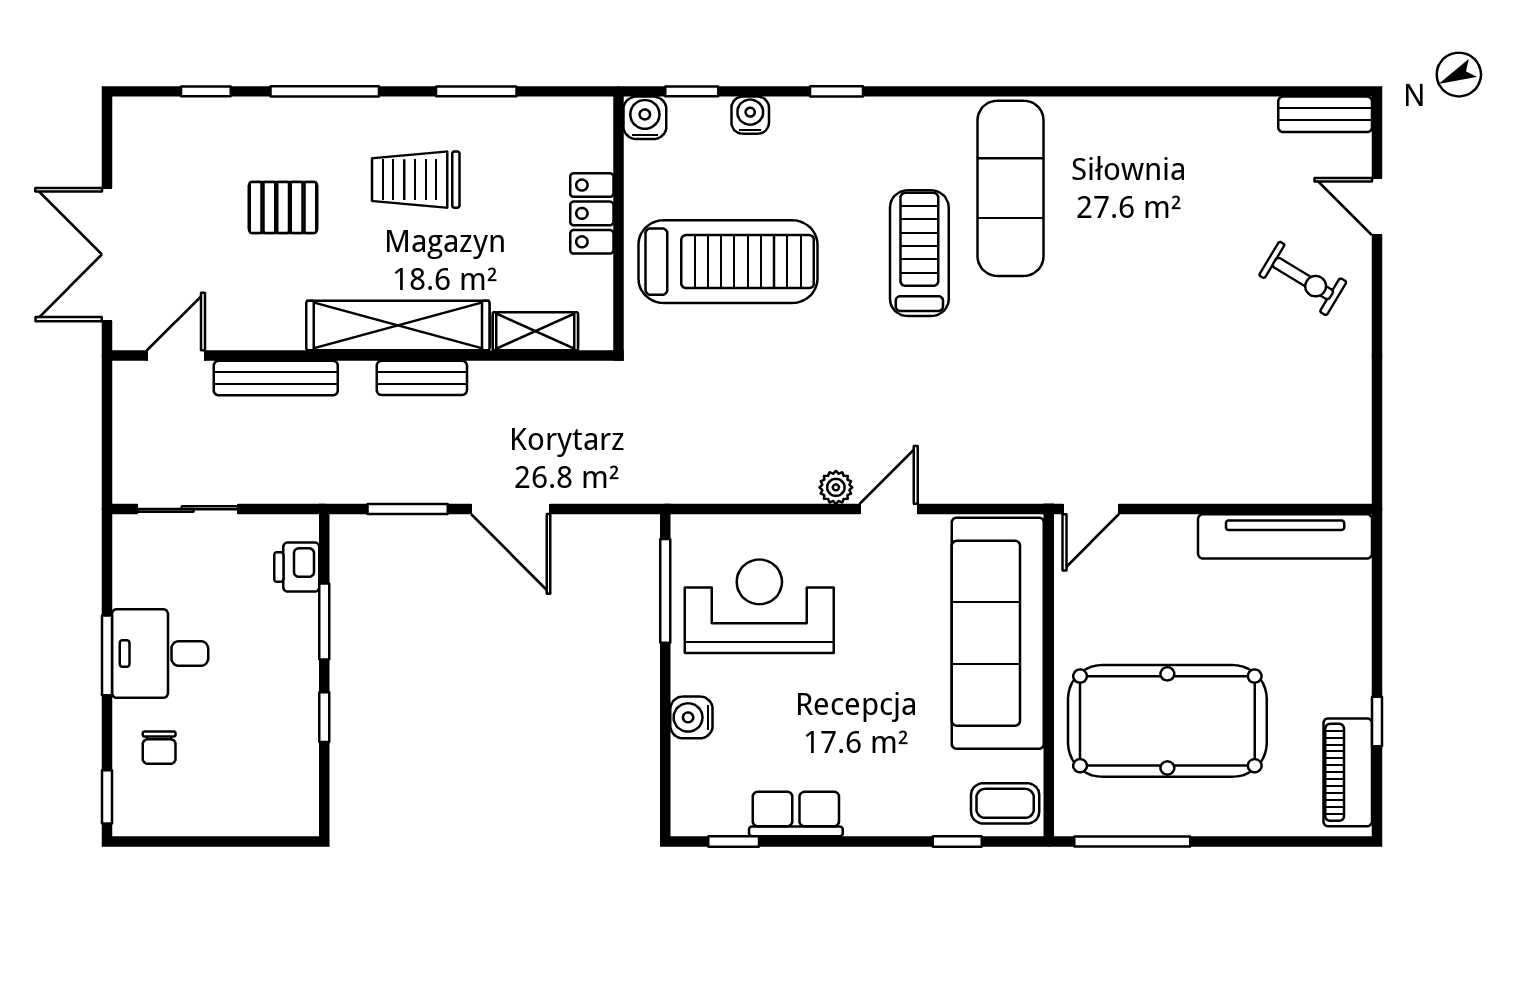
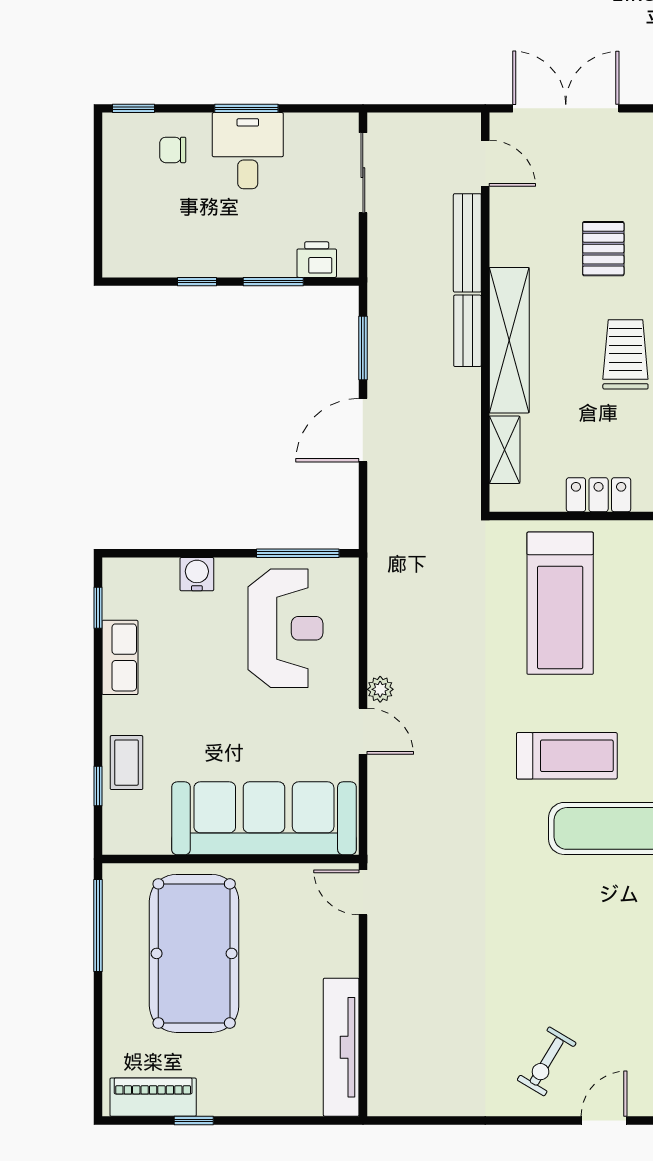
bench: (422, 378) -> (467, 331), moved
coffee table: (1005, 803) -> (127, 763), moved

